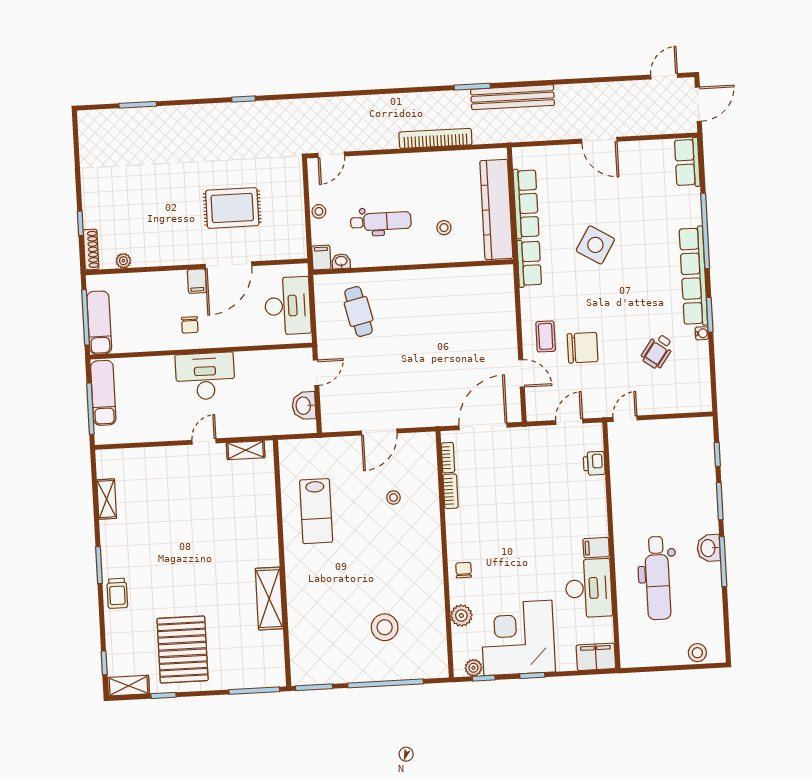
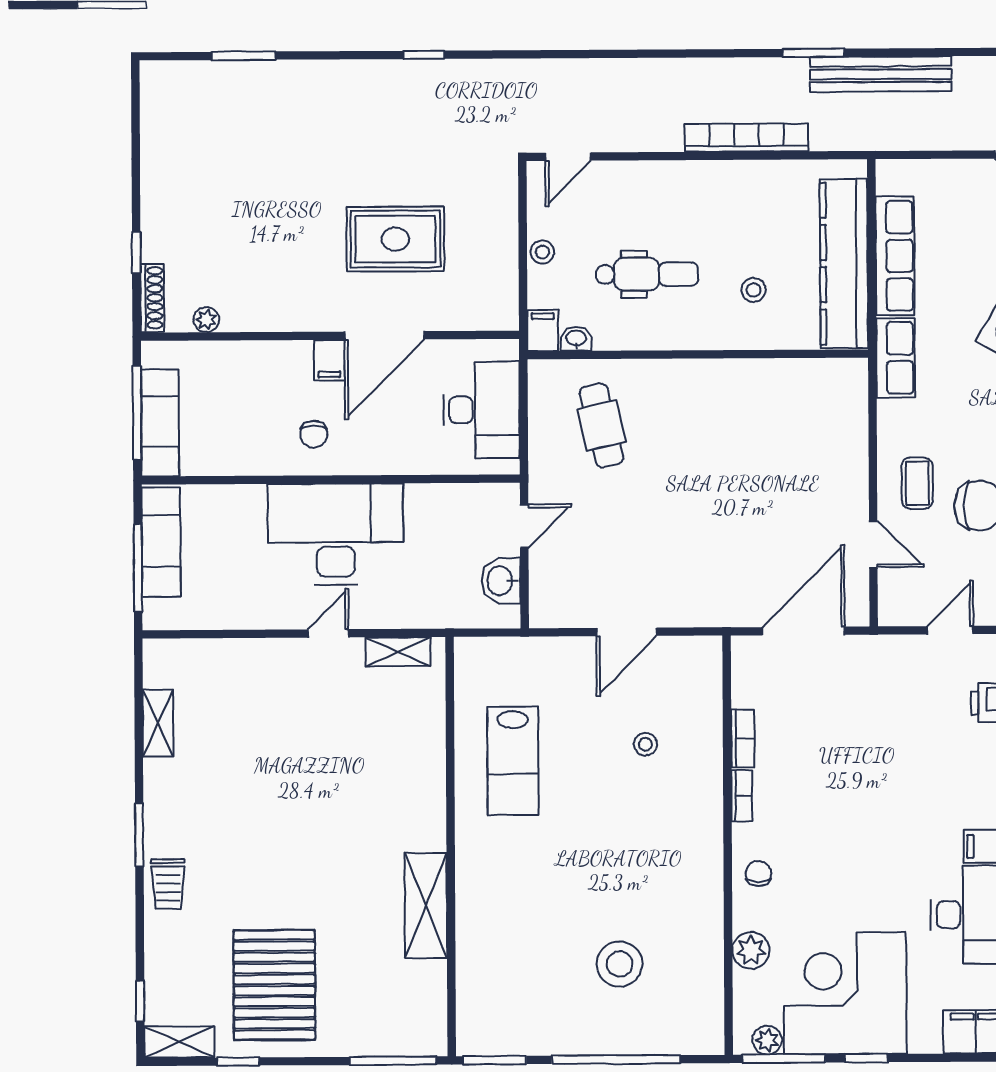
desk: (205, 376) -> (336, 534), width x1.36, depth x1.30
bookcase: (448, 458) -> (742, 796), moved
window: (484, 678) -> (784, 1059), width x2.17

